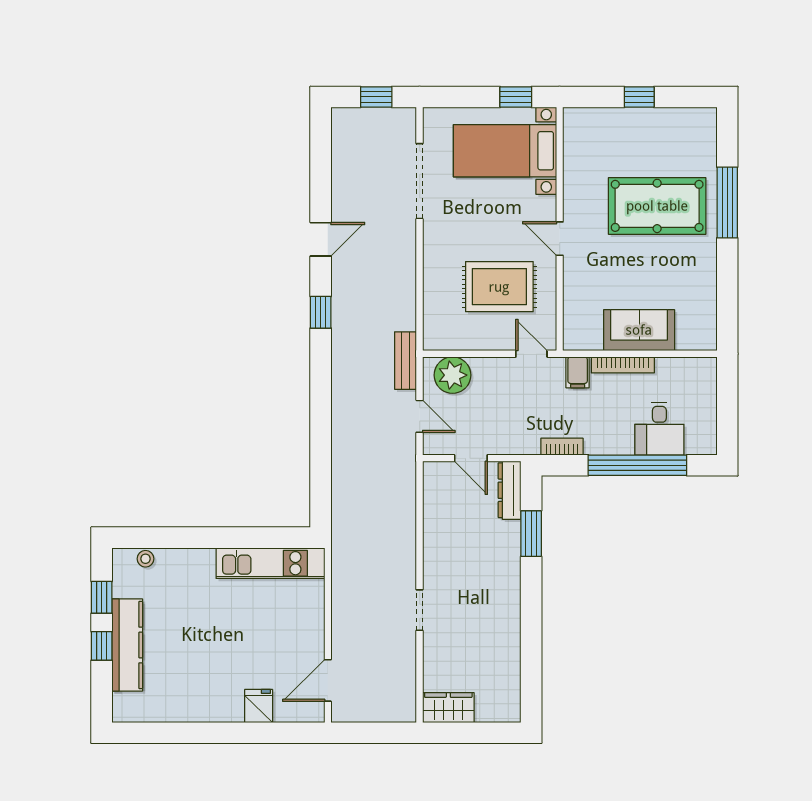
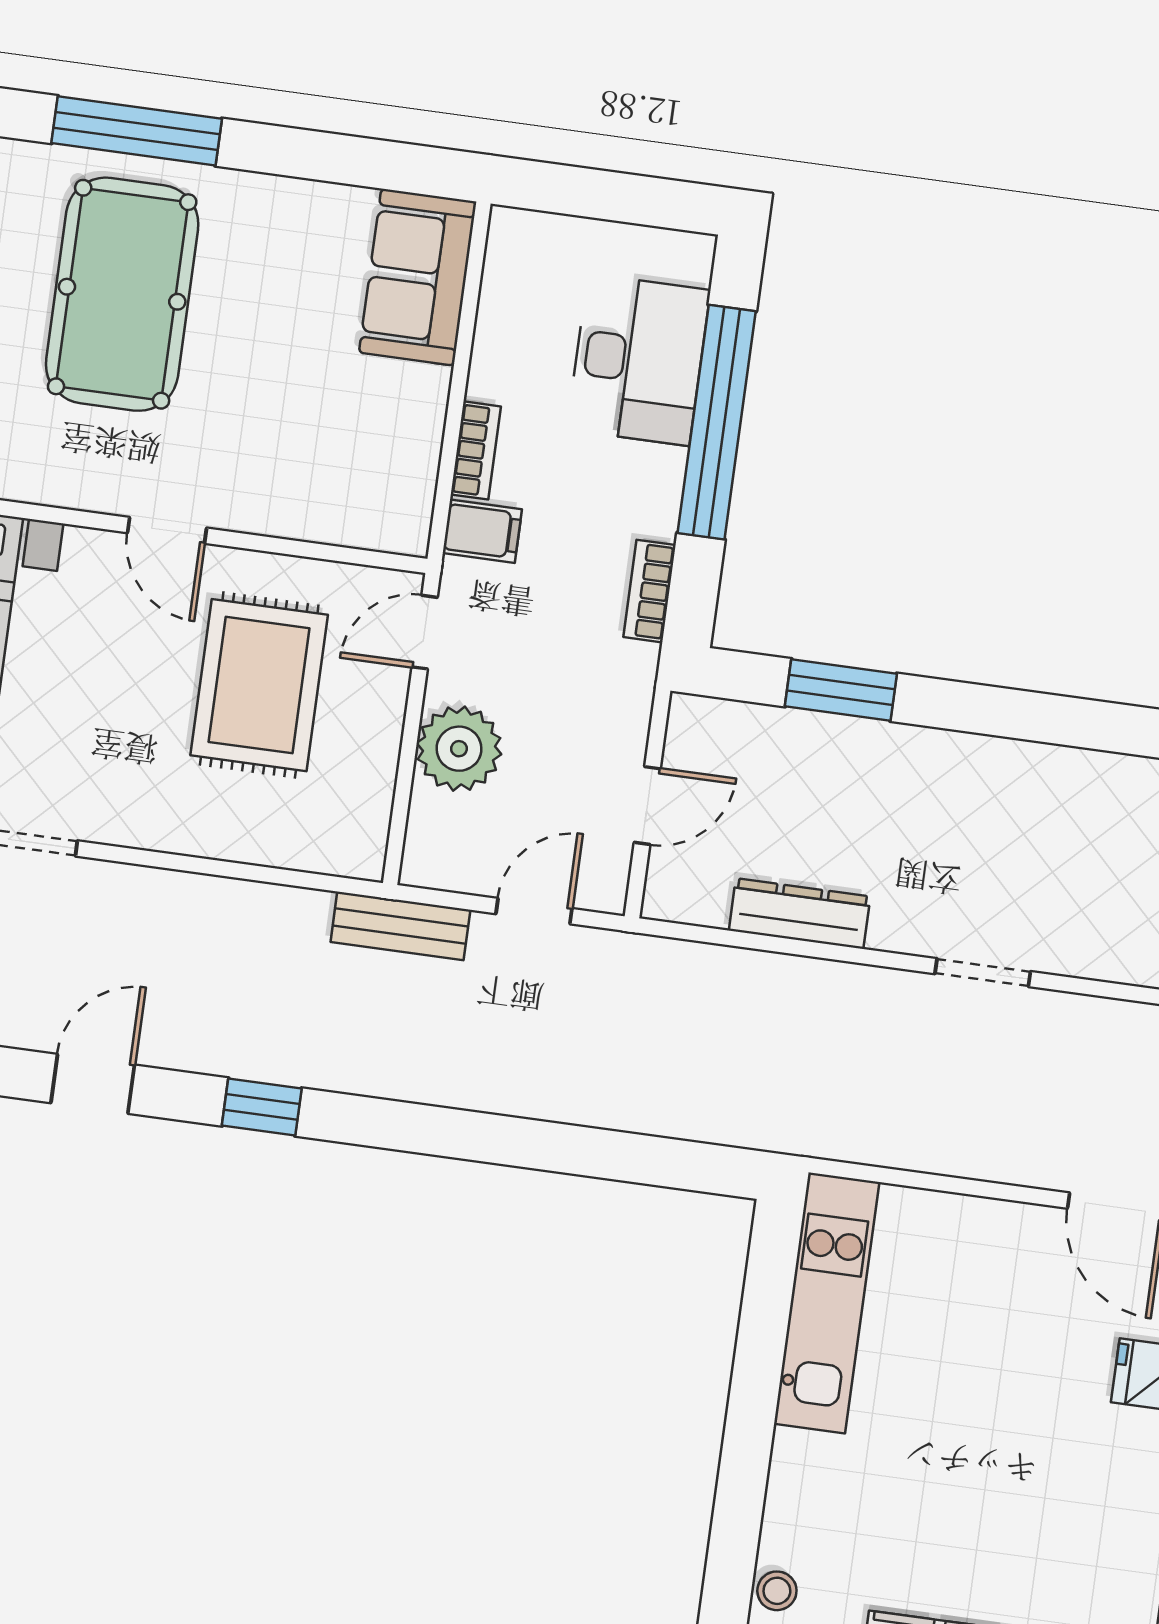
door: (321, 239) -> (93, 1084), hinge flipped
door: (560, 239) -> (167, 530), hinge flipped
sofa: (639, 330) -> (418, 277), moved
bookcase: (623, 365) -> (476, 450), width x0.64
plant: (452, 375) -> (459, 749), moved
desk: (659, 429) -> (639, 360), width x1.37
dresser: (510, 490) -> (800, 914), moved, turned 180

